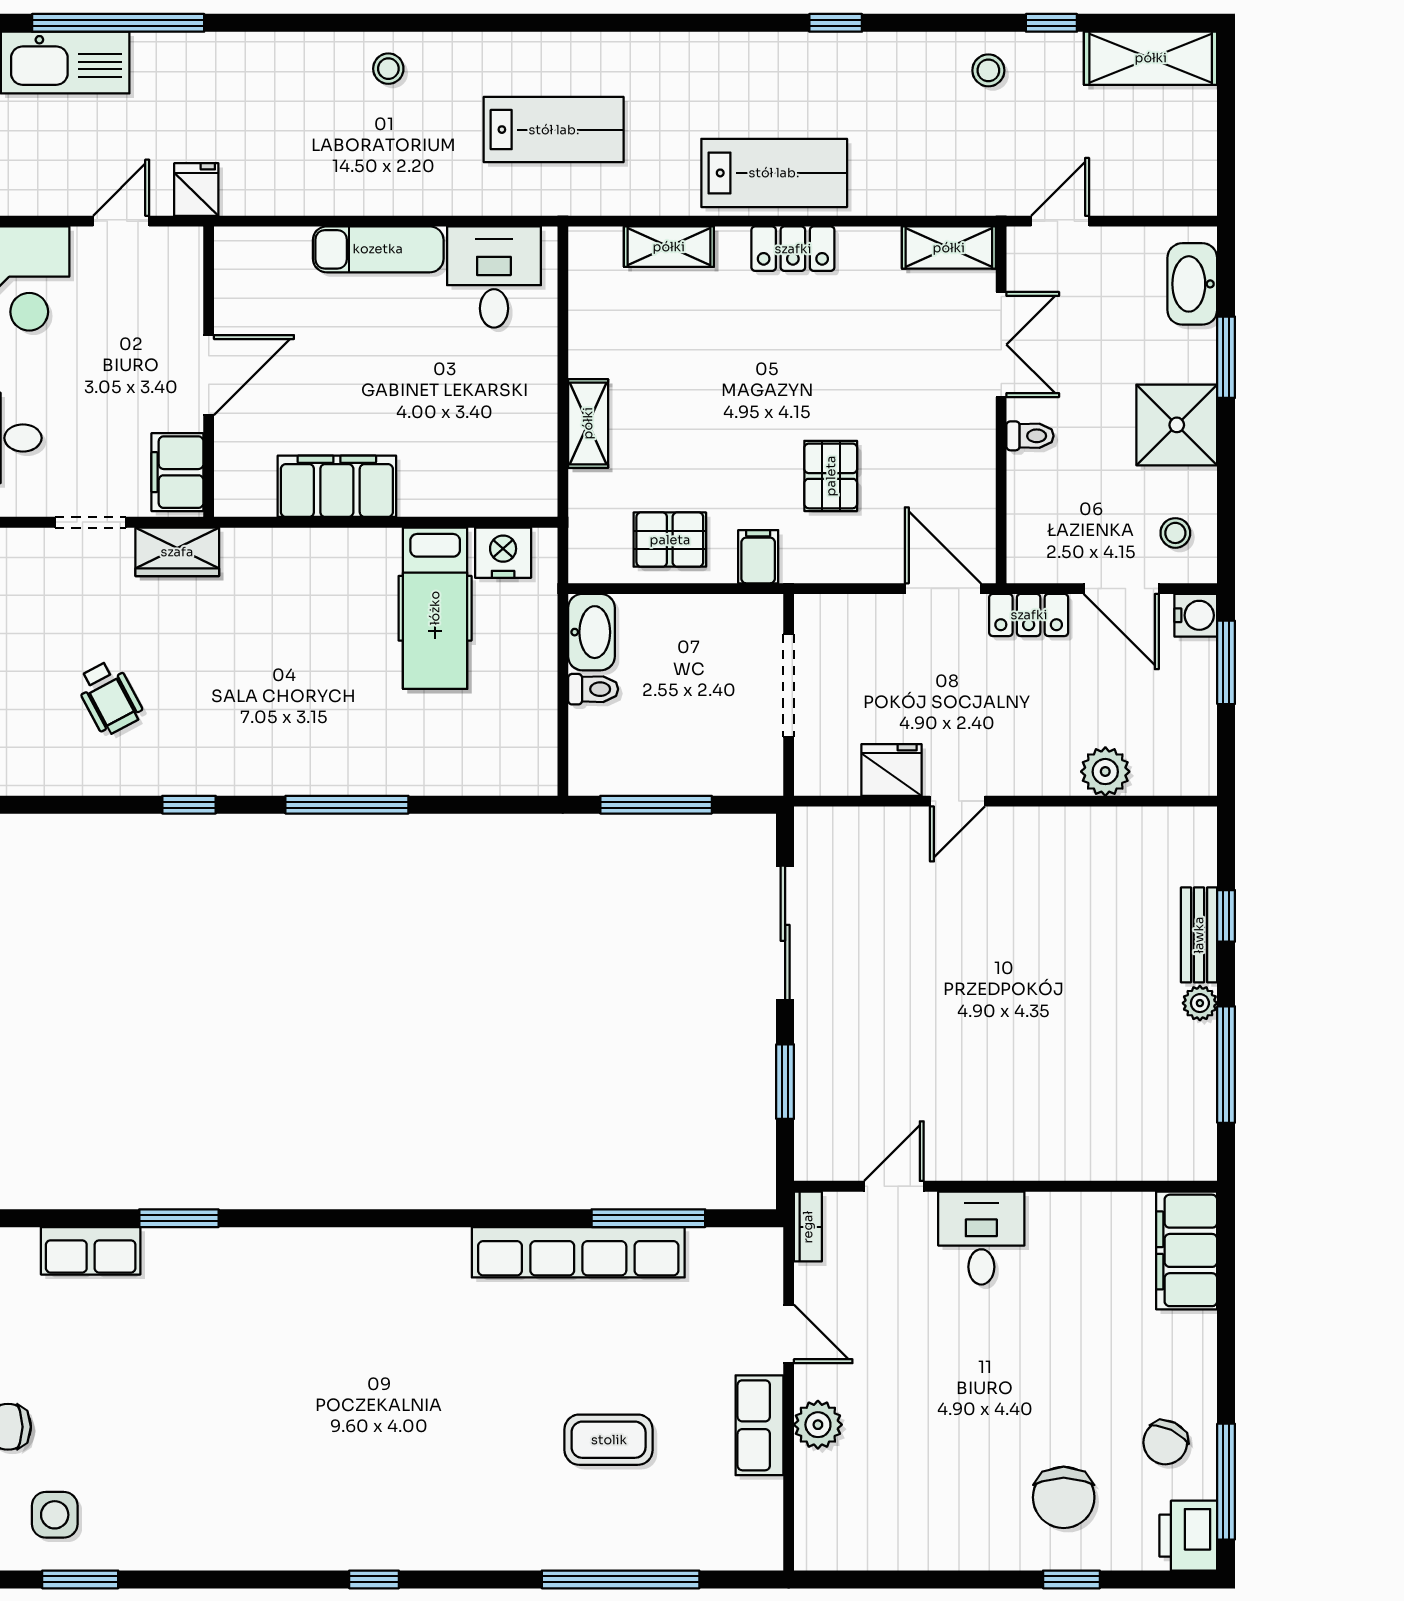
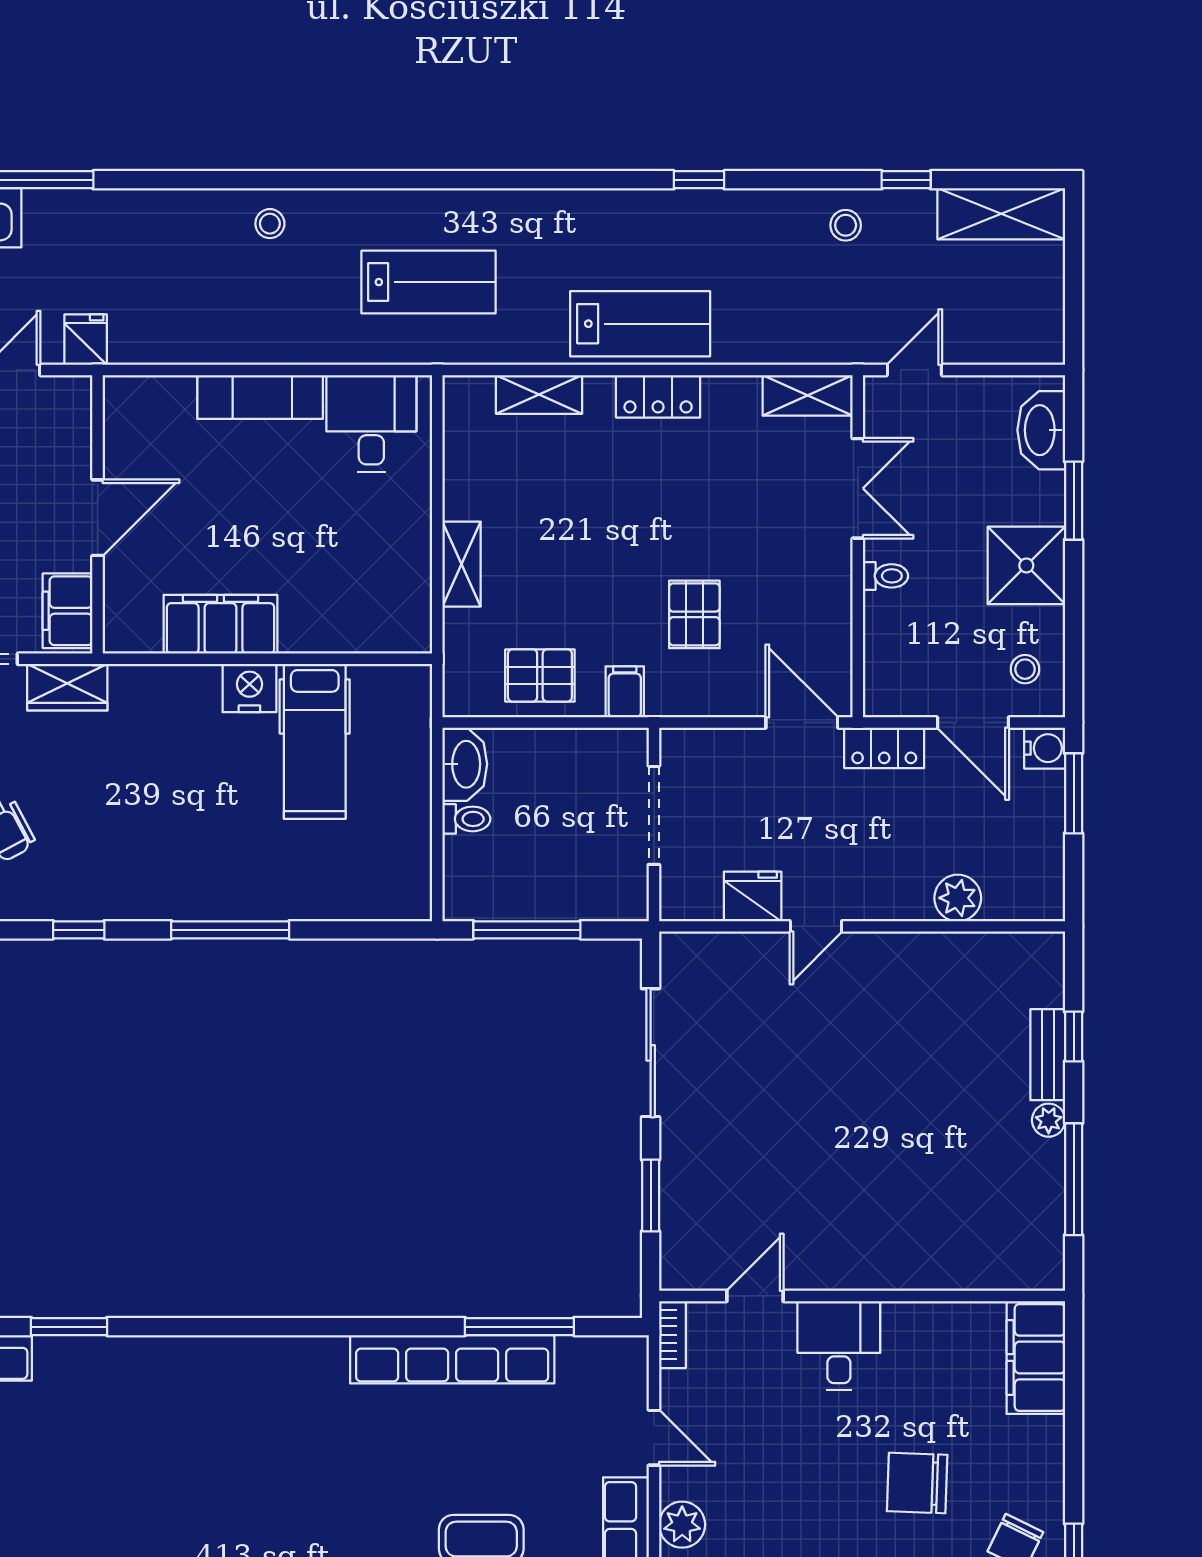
nightstand: (503, 553) -> (249, 688), moved
chair: (1063, 1381) -> (917, 1483), added

